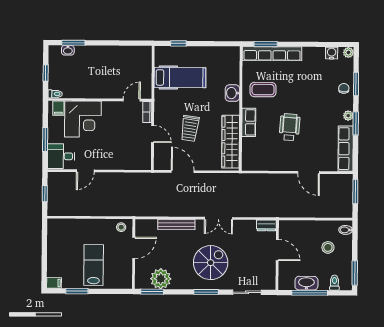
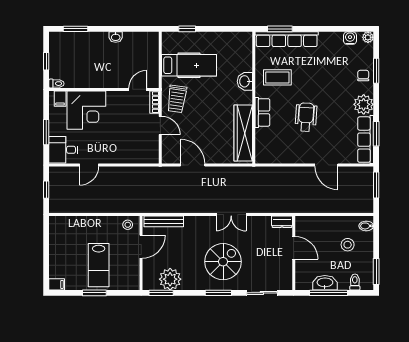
washbasin: (68, 50) -> (116, 37), moved
plant: (348, 116) -> (364, 104), width x1.87, depth x1.87
window: (356, 123) -> (376, 134), moved
trolley: (190, 128) -> (177, 99), moved
bench: (176, 225) -> (164, 221), moved
lab bench: (94, 265) -> (99, 265), turned 180
window: (77, 291) -> (94, 293), moved

